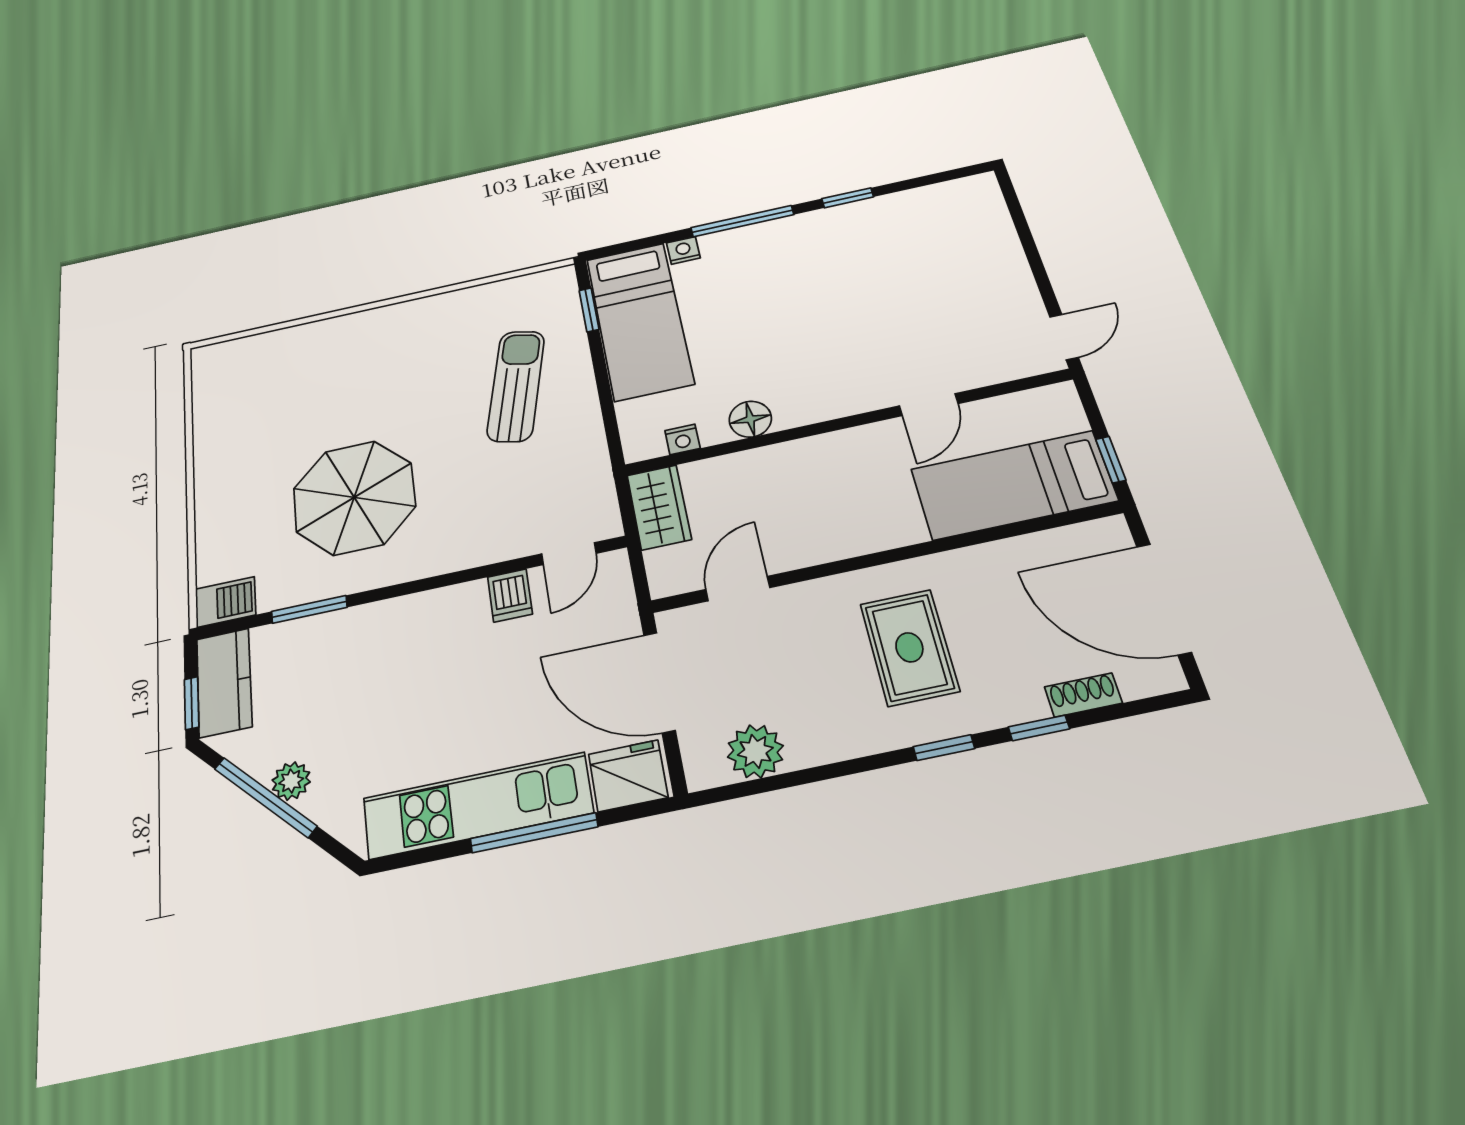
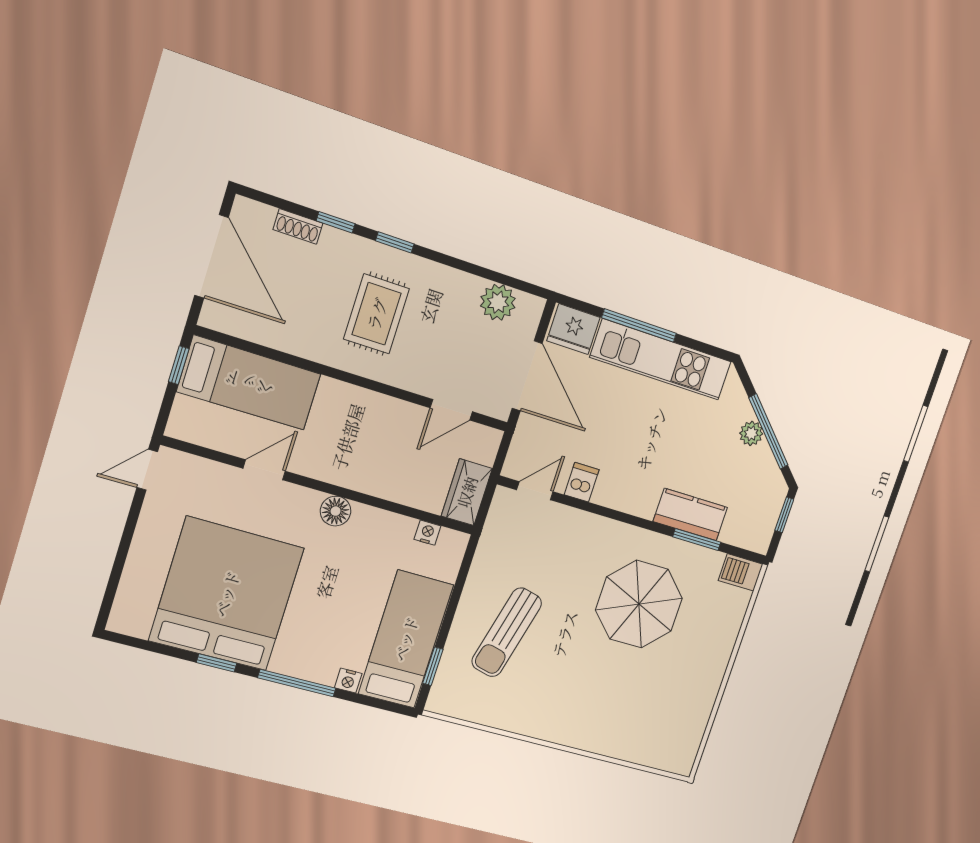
bed: (883, 264) -> (227, 594), added
floor lamp: (750, 419) -> (336, 511), moved
kitchen counter: (224, 682) -> (690, 514), moved, turned 90

